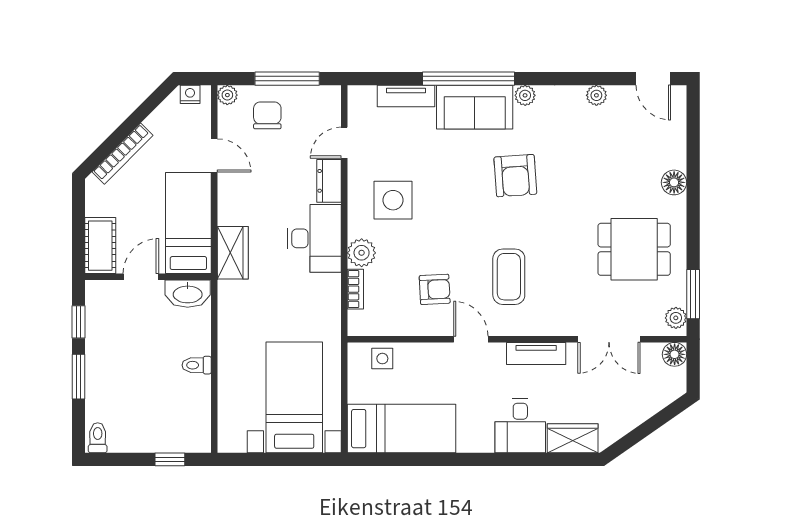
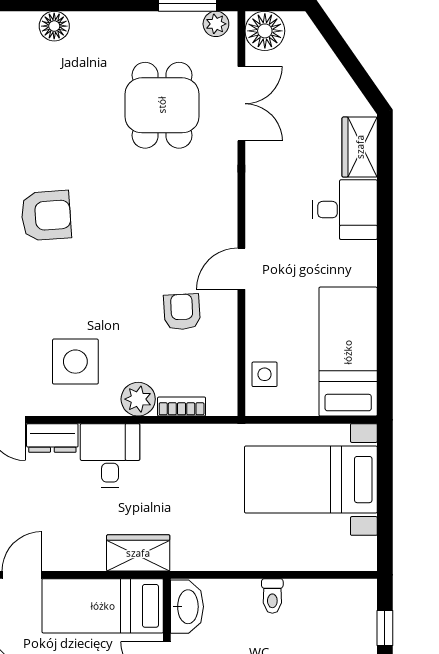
desk: (314, 238) -> (110, 455), width x0.73
dining table: (634, 249) -> (162, 105), moved
coffee table: (509, 277) -> (167, 223), removed
tv unit: (536, 353) -> (258, 191), removed
floor lamp: (675, 354) -> (265, 31), width x1.38, depth x1.38

